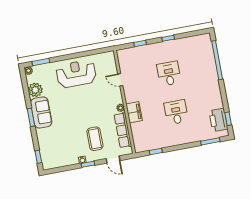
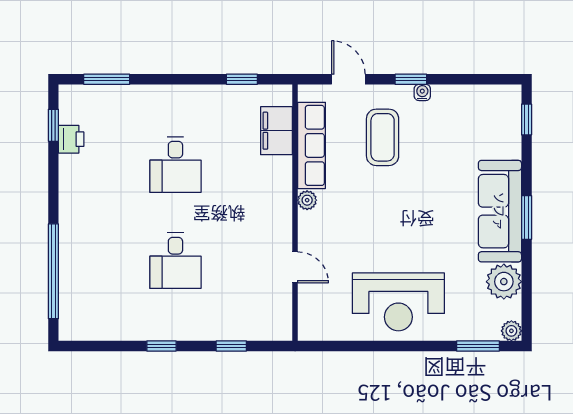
sofa: (41, 112) -> (500, 211), width x1.36
filing cabinet: (134, 112) -> (277, 131), moved
printer: (218, 120) -> (71, 139), width x0.53, depth x0.68

